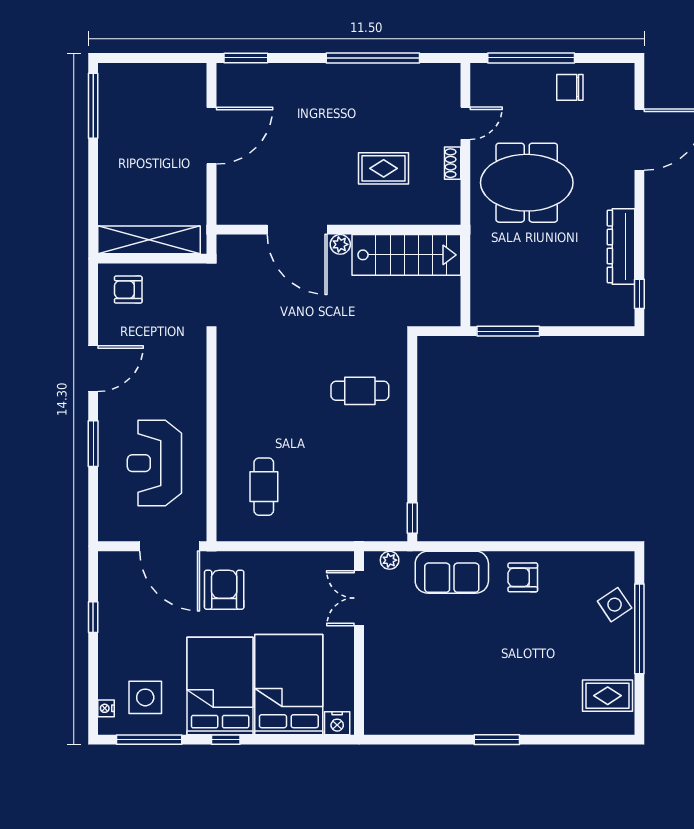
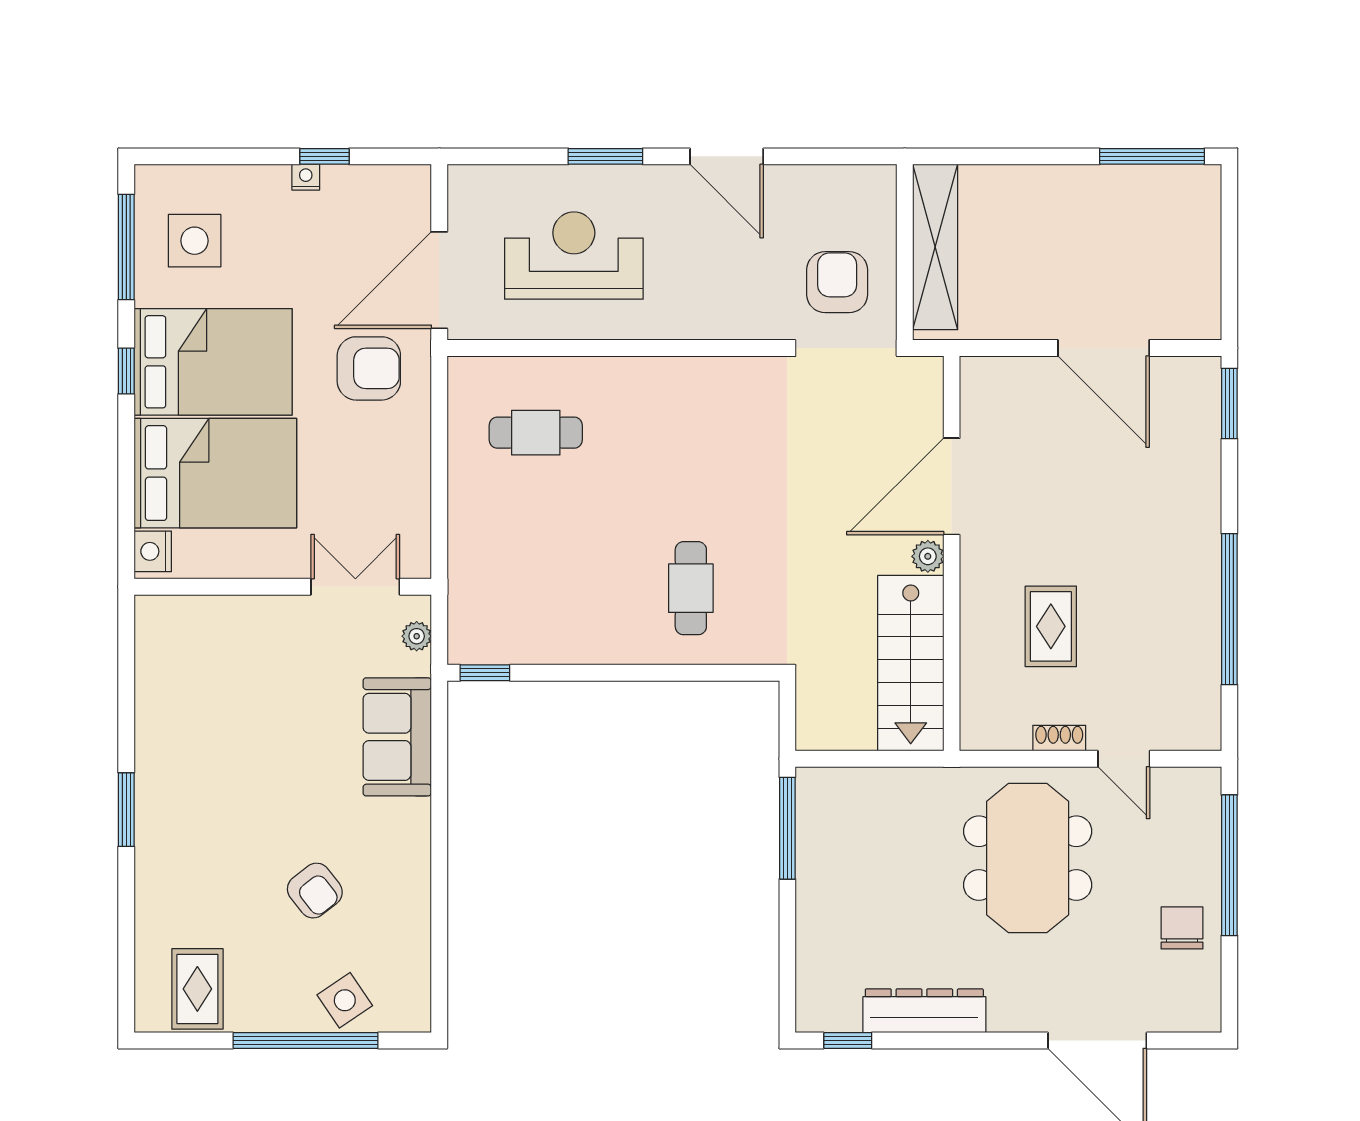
armchair: (128, 290) -> (837, 282), moved, width x1.38, depth x1.38
armchair: (523, 577) -> (315, 891), moved, turned 142
nightstand: (106, 708) -> (306, 177), moved

